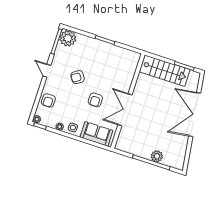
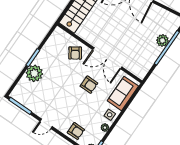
plant: (68, 38) -> (34, 73), moved
armchair: (78, 77) -> (75, 53), moved

